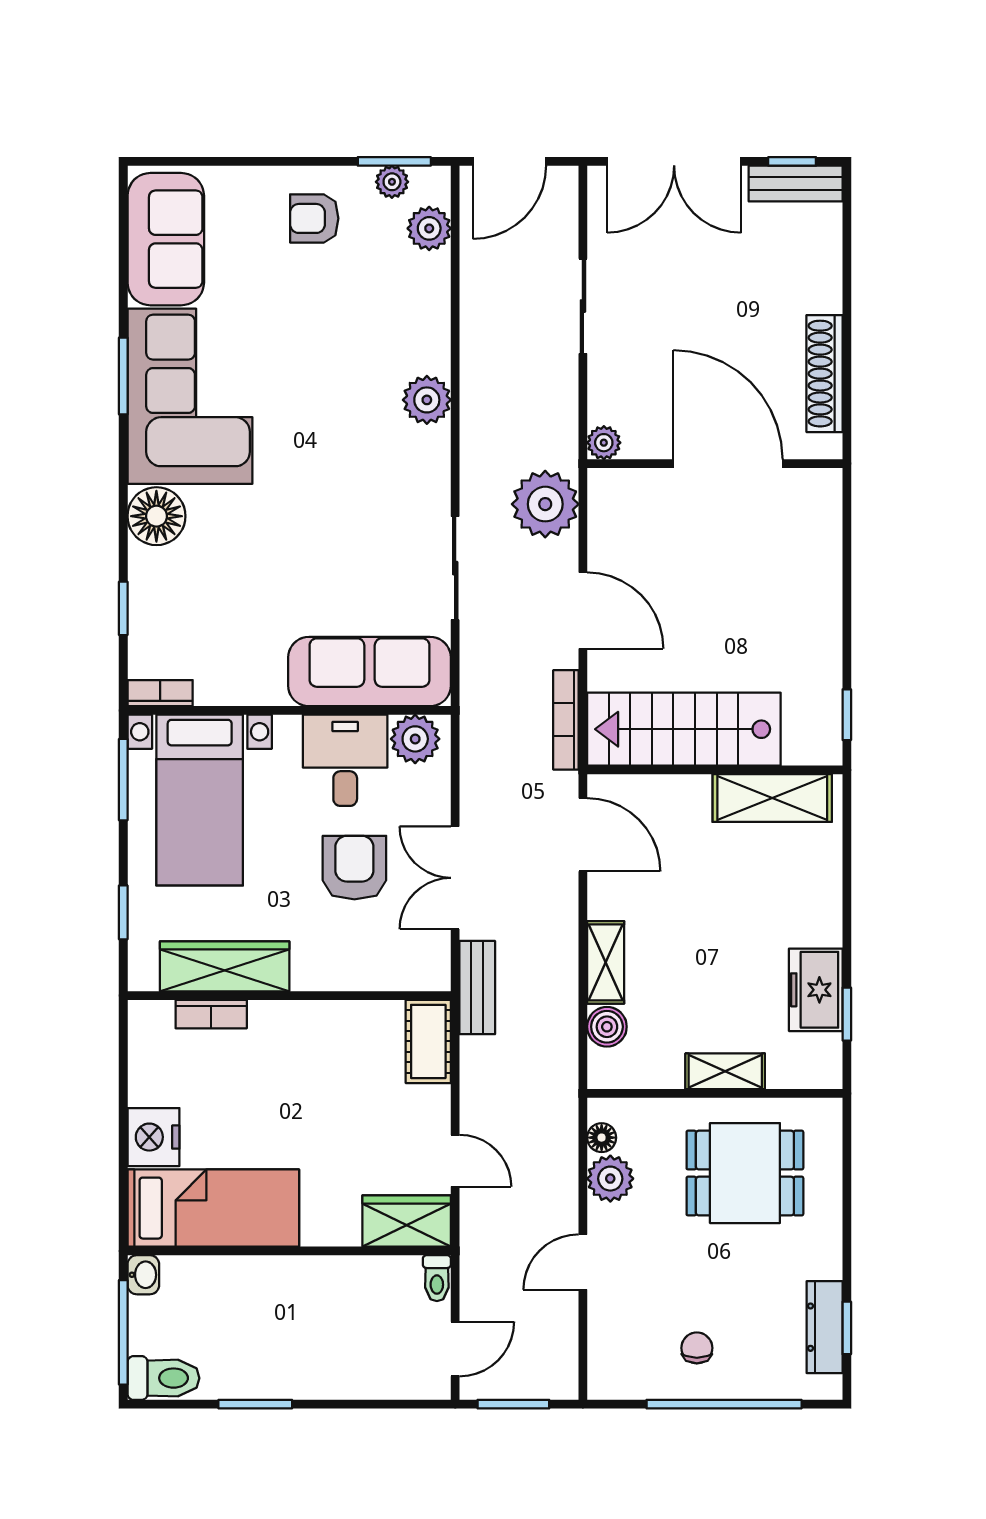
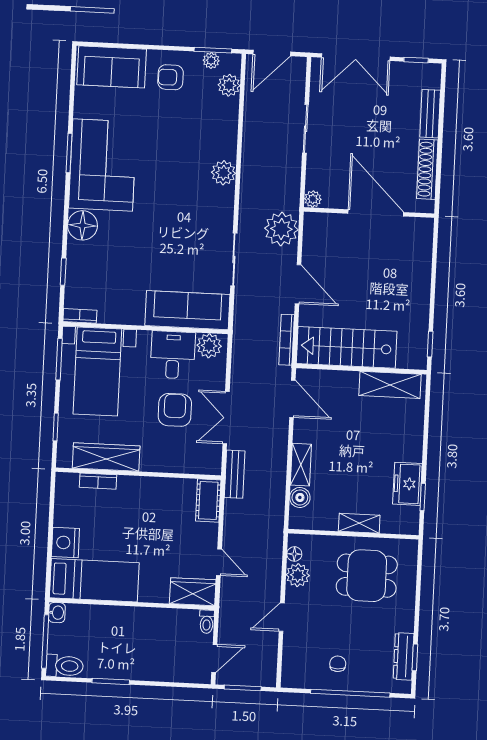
bench: (796, 184) -> (430, 114), moved, turned 90
sofa: (166, 239) -> (112, 67), moved, turned 90

